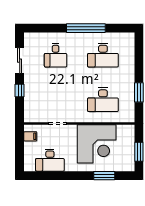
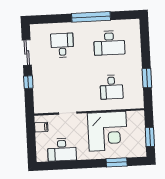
desk: (56, 55) -> (62, 45), turned 180
desk: (103, 100) -> (111, 87), width x0.73

